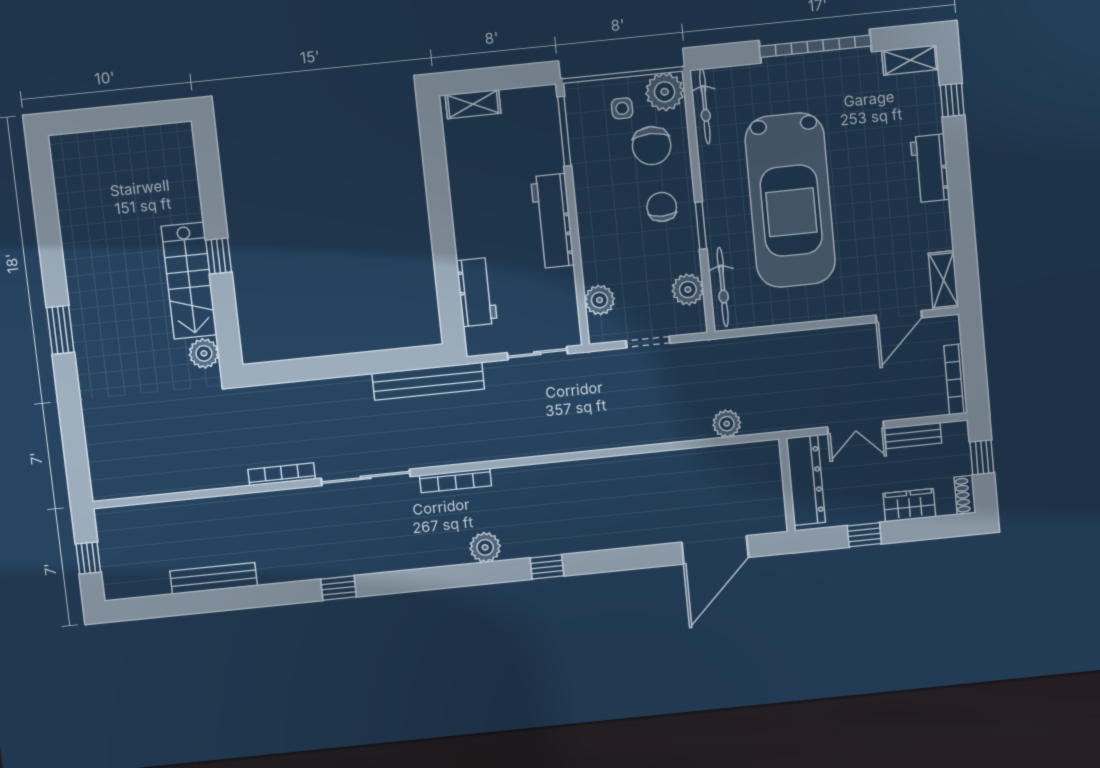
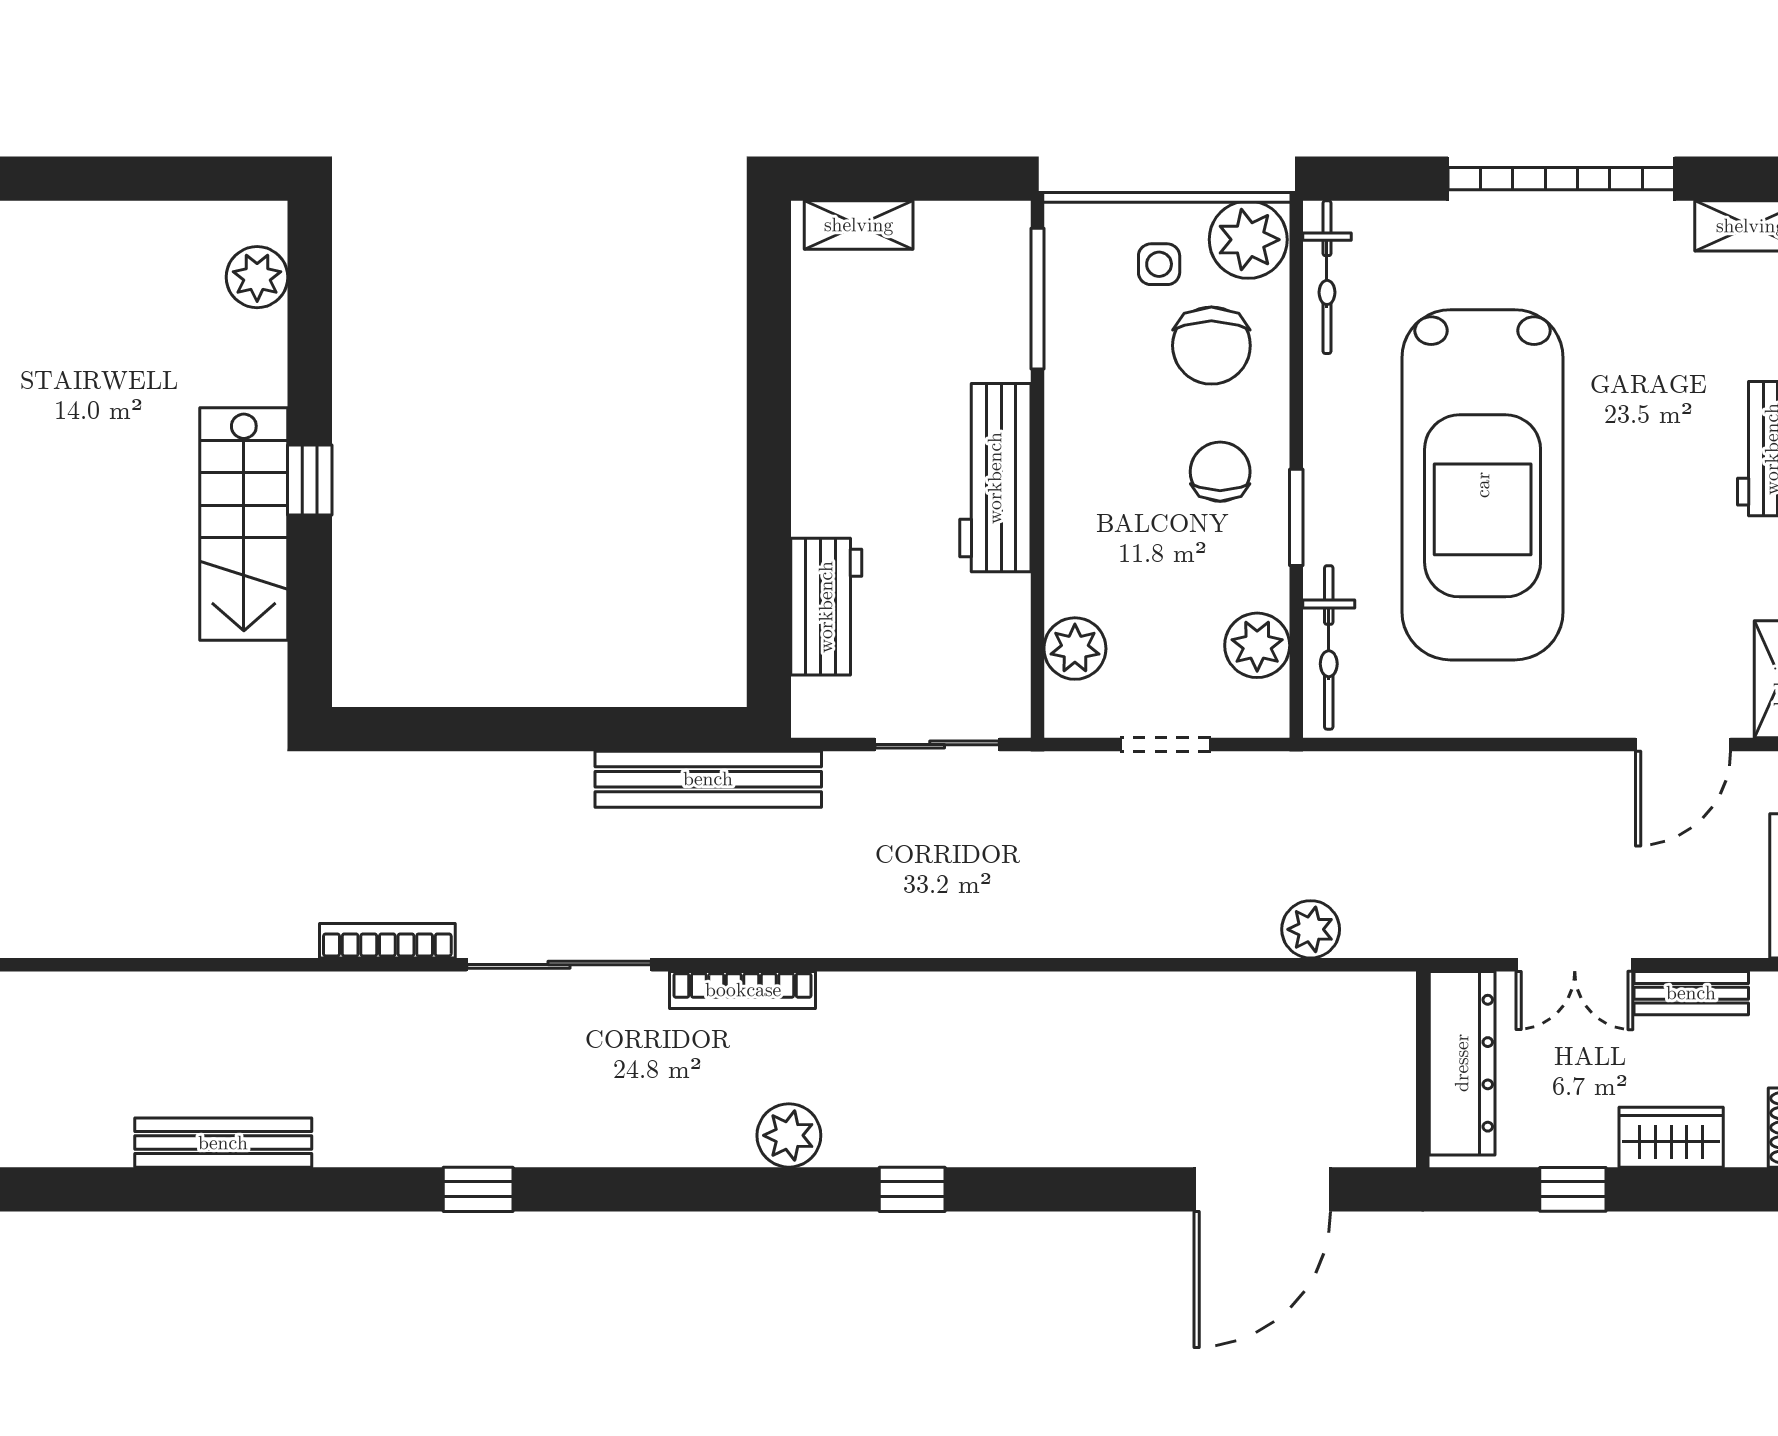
plant: (204, 353) -> (257, 277), moved

